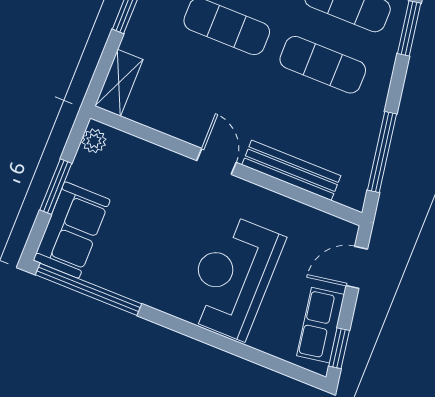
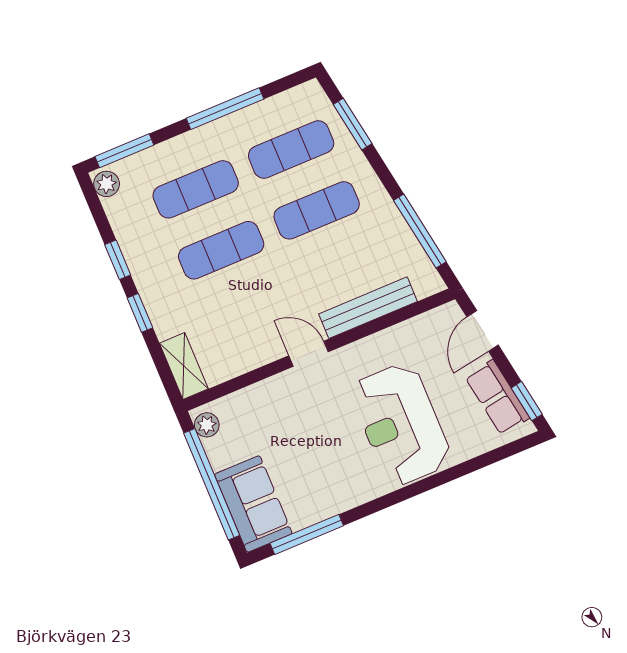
window: (56, 187) -> (212, 484), width x2.11
window: (88, 289) -> (307, 534), width x0.68

